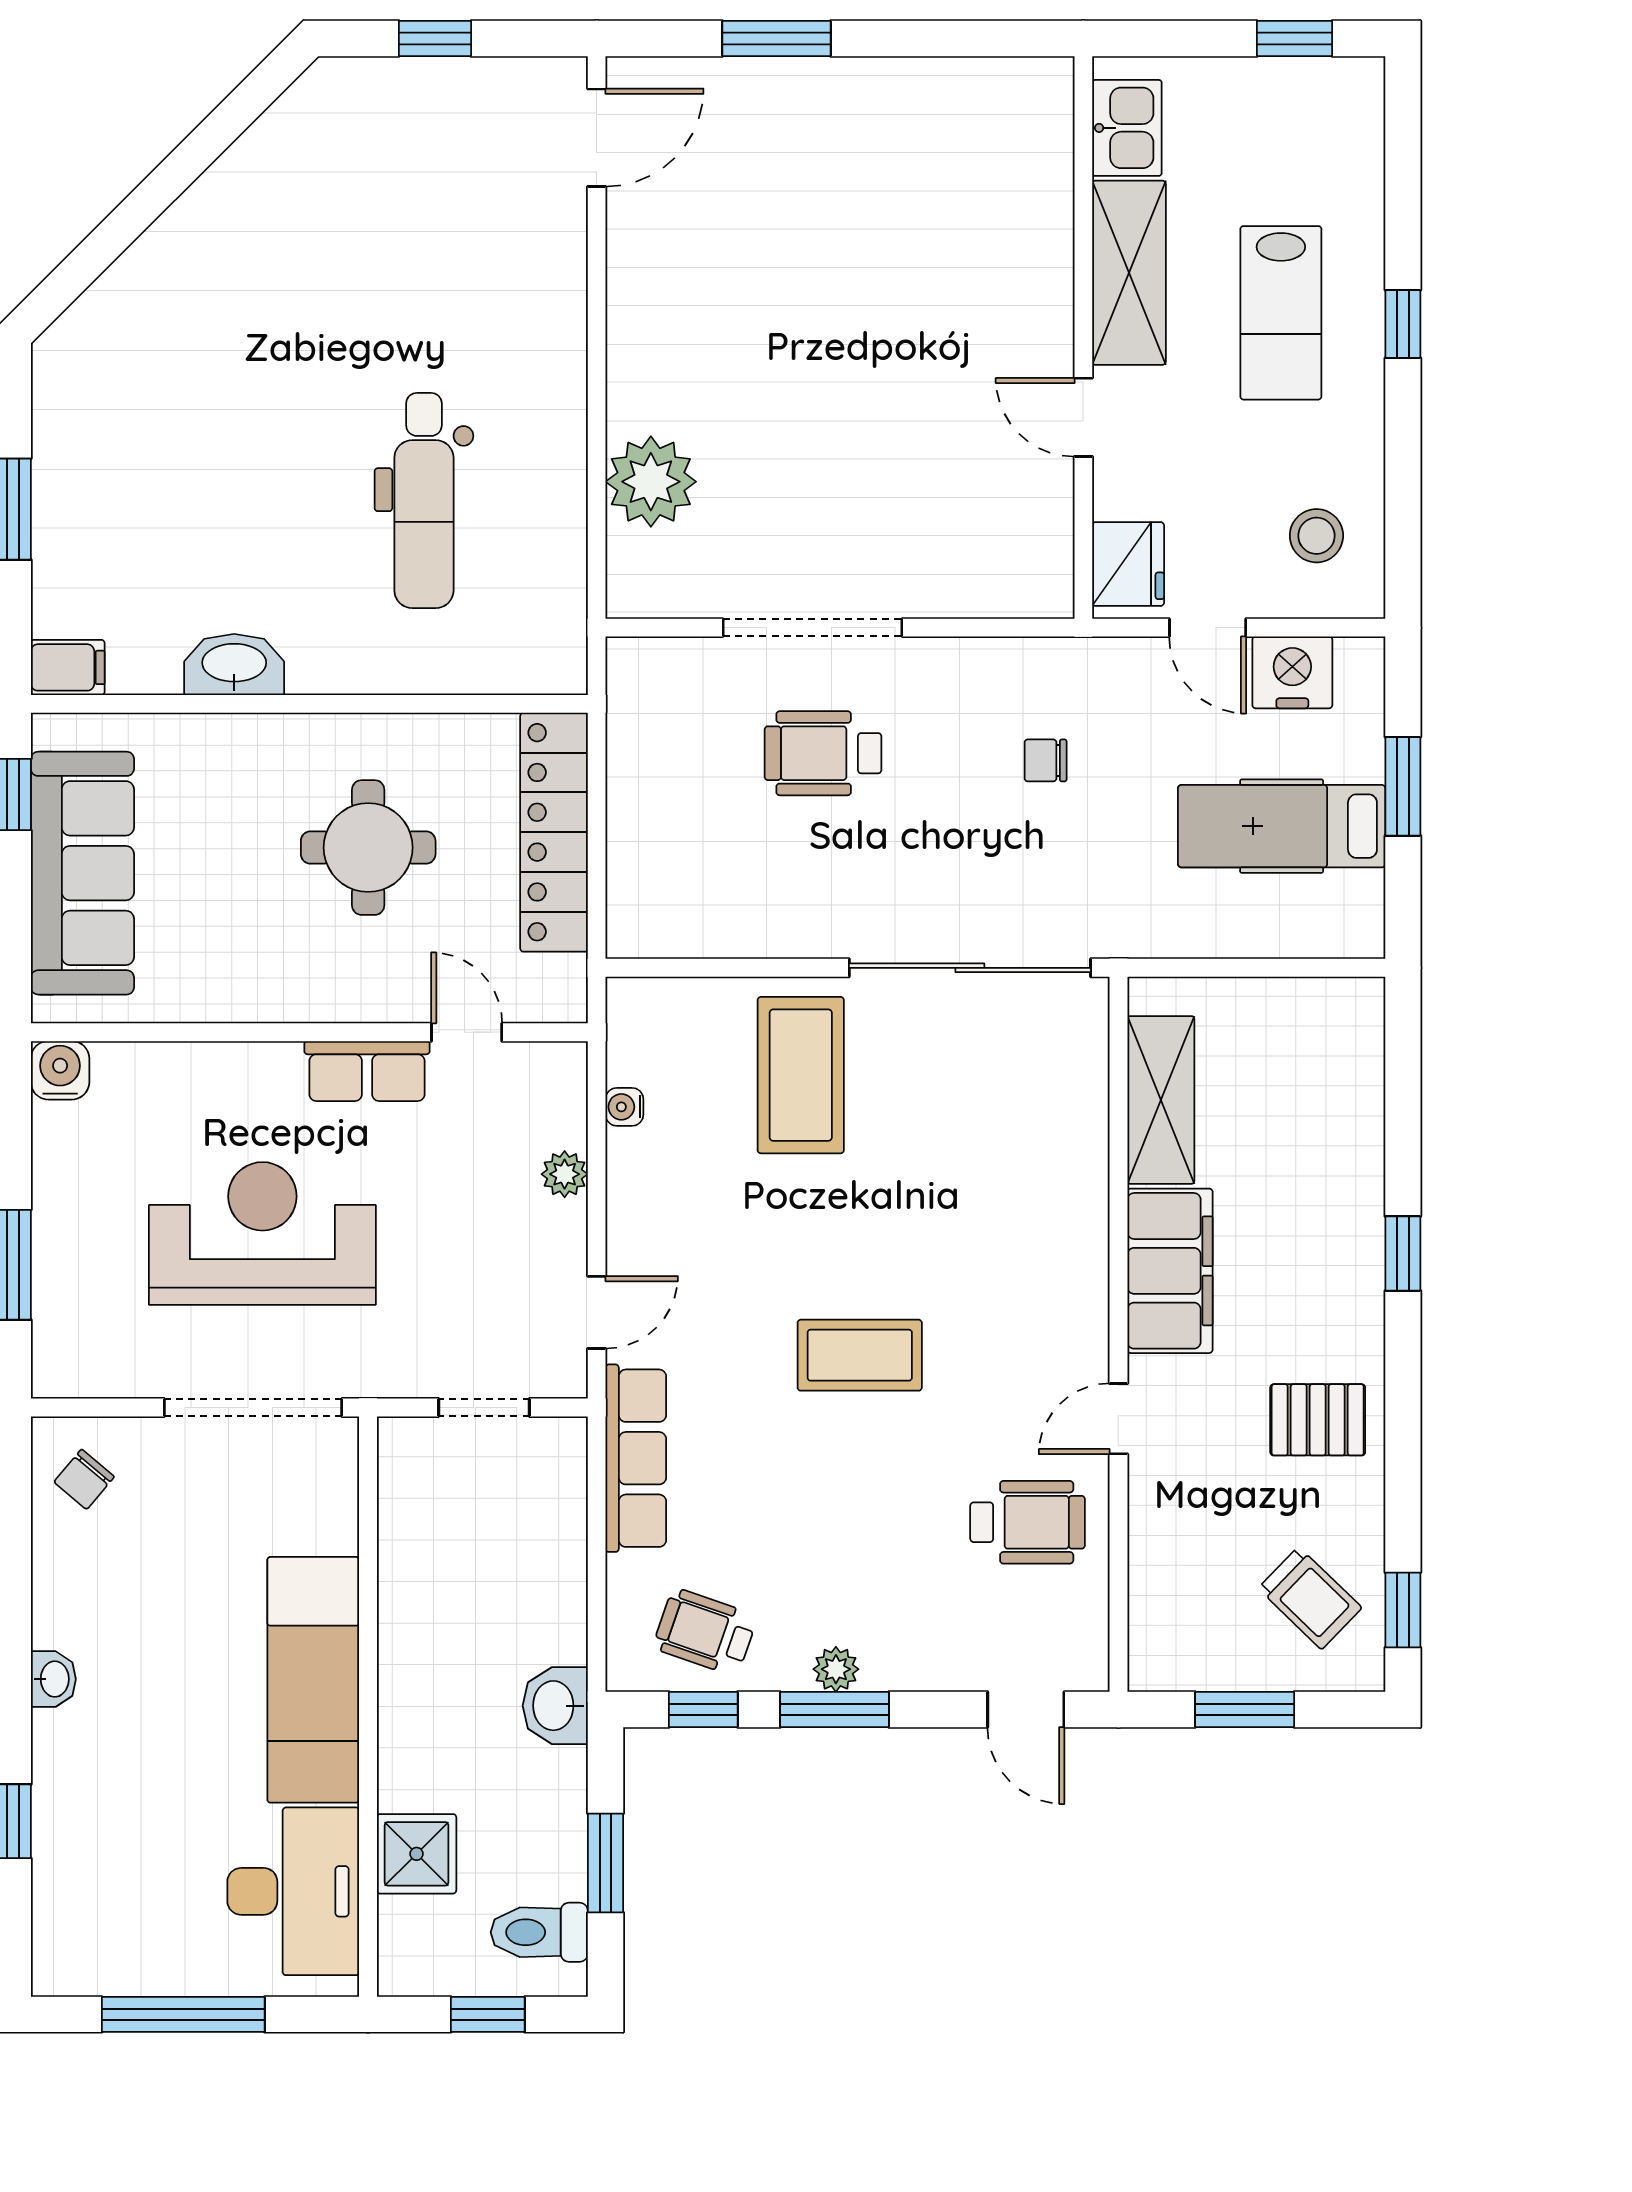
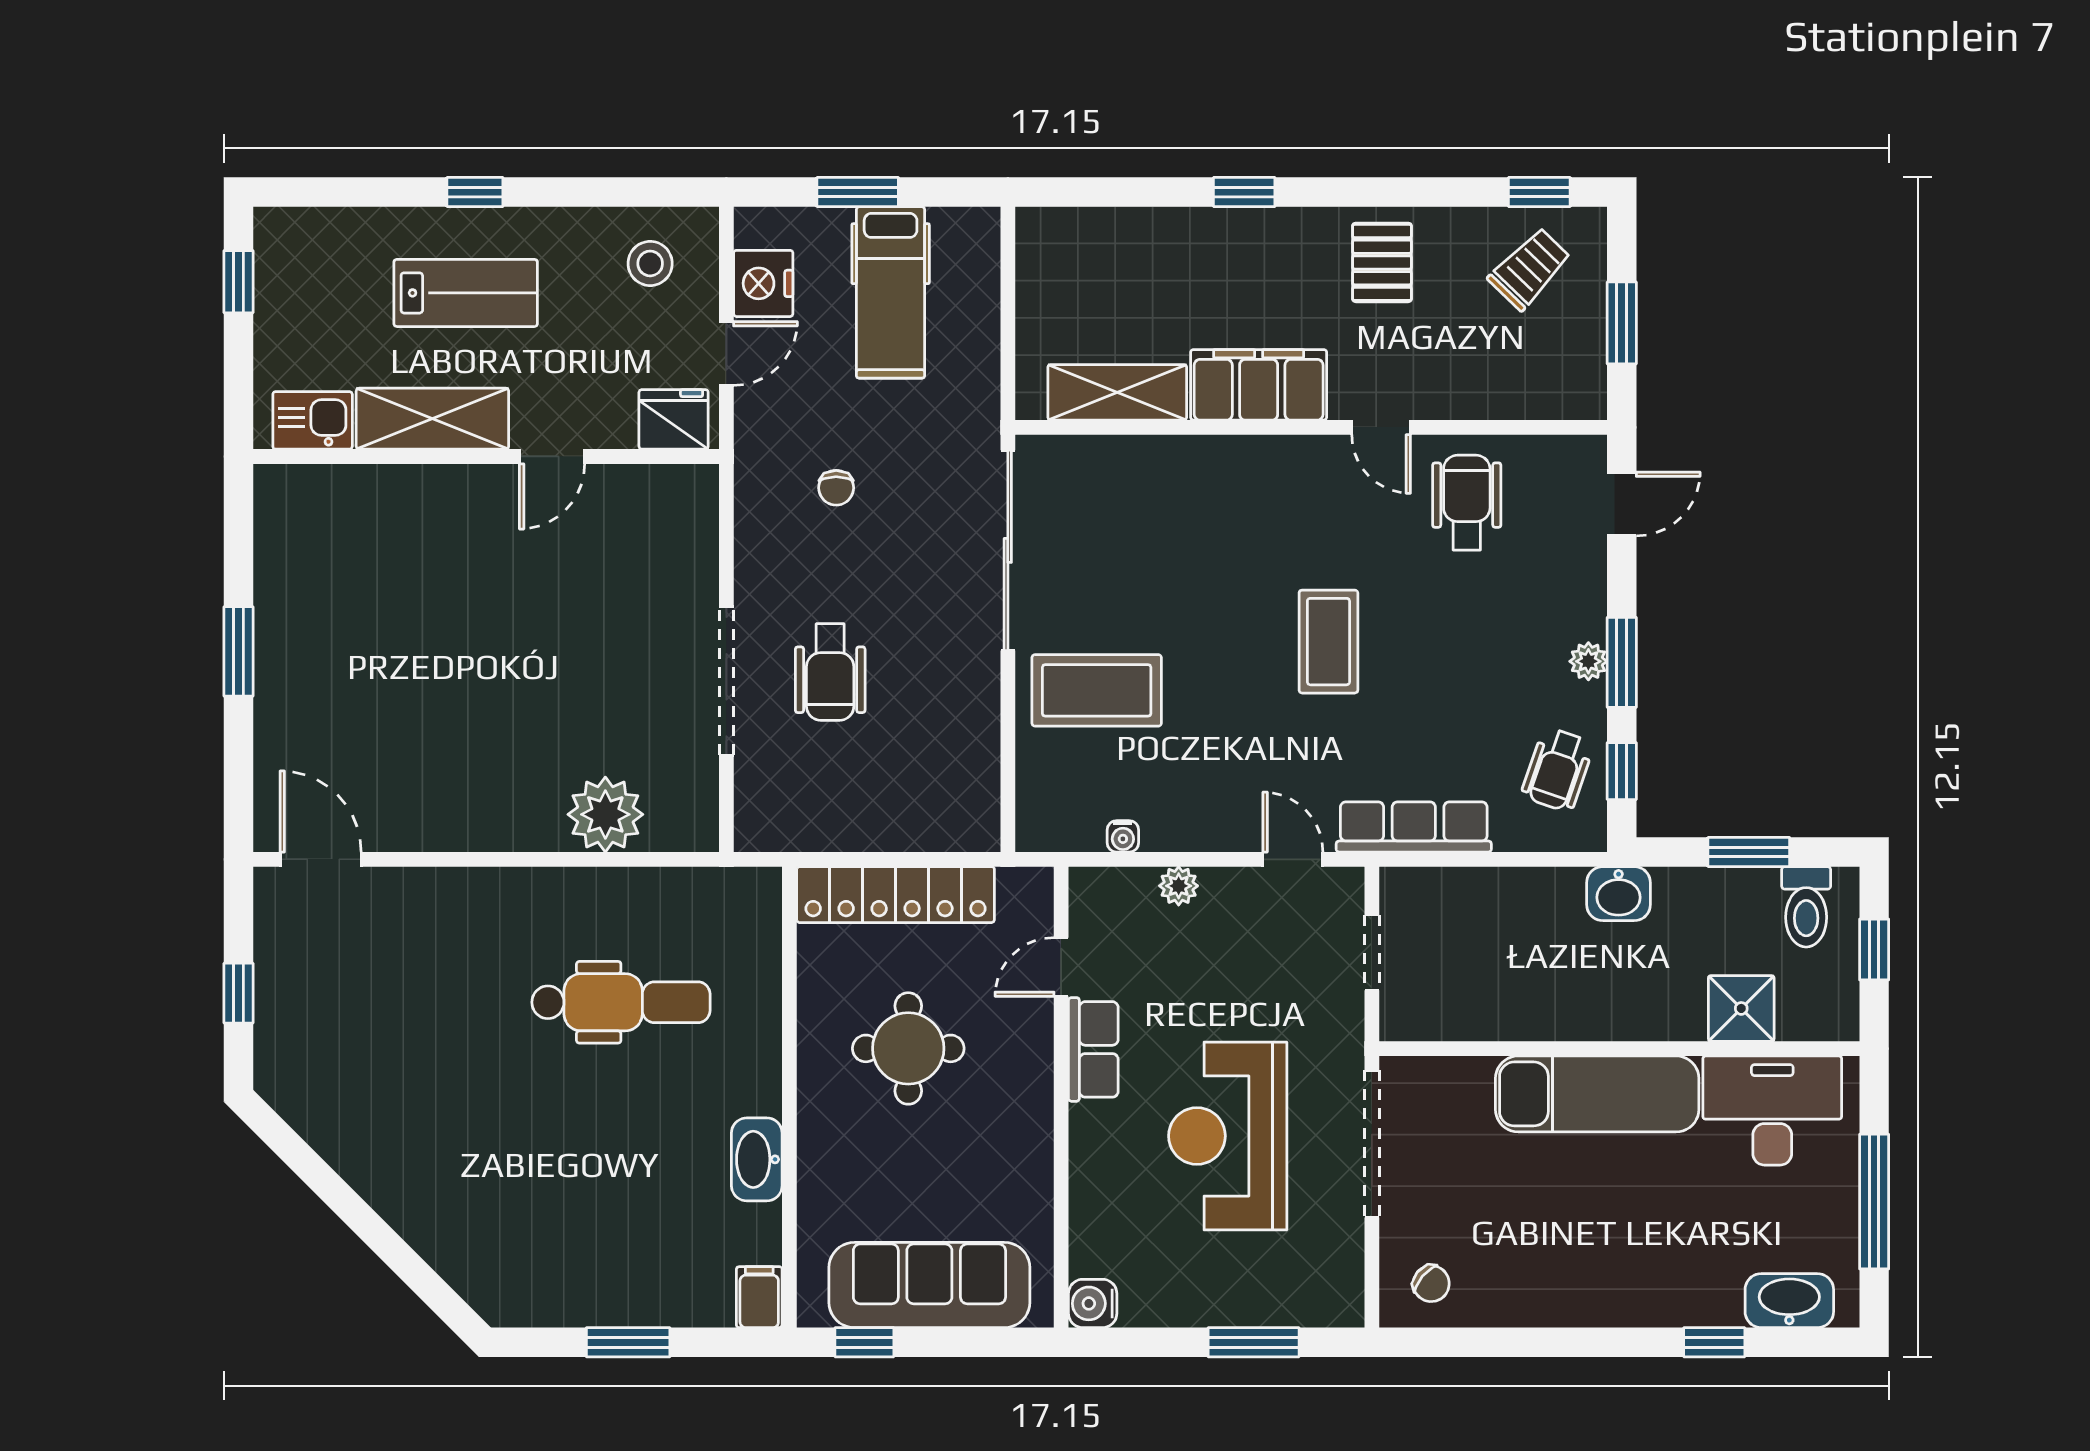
window: (777, 38) -> (239, 651), moved
washbasin: (53, 1679) -> (1789, 1301), moved, width x1.91, depth x1.45

